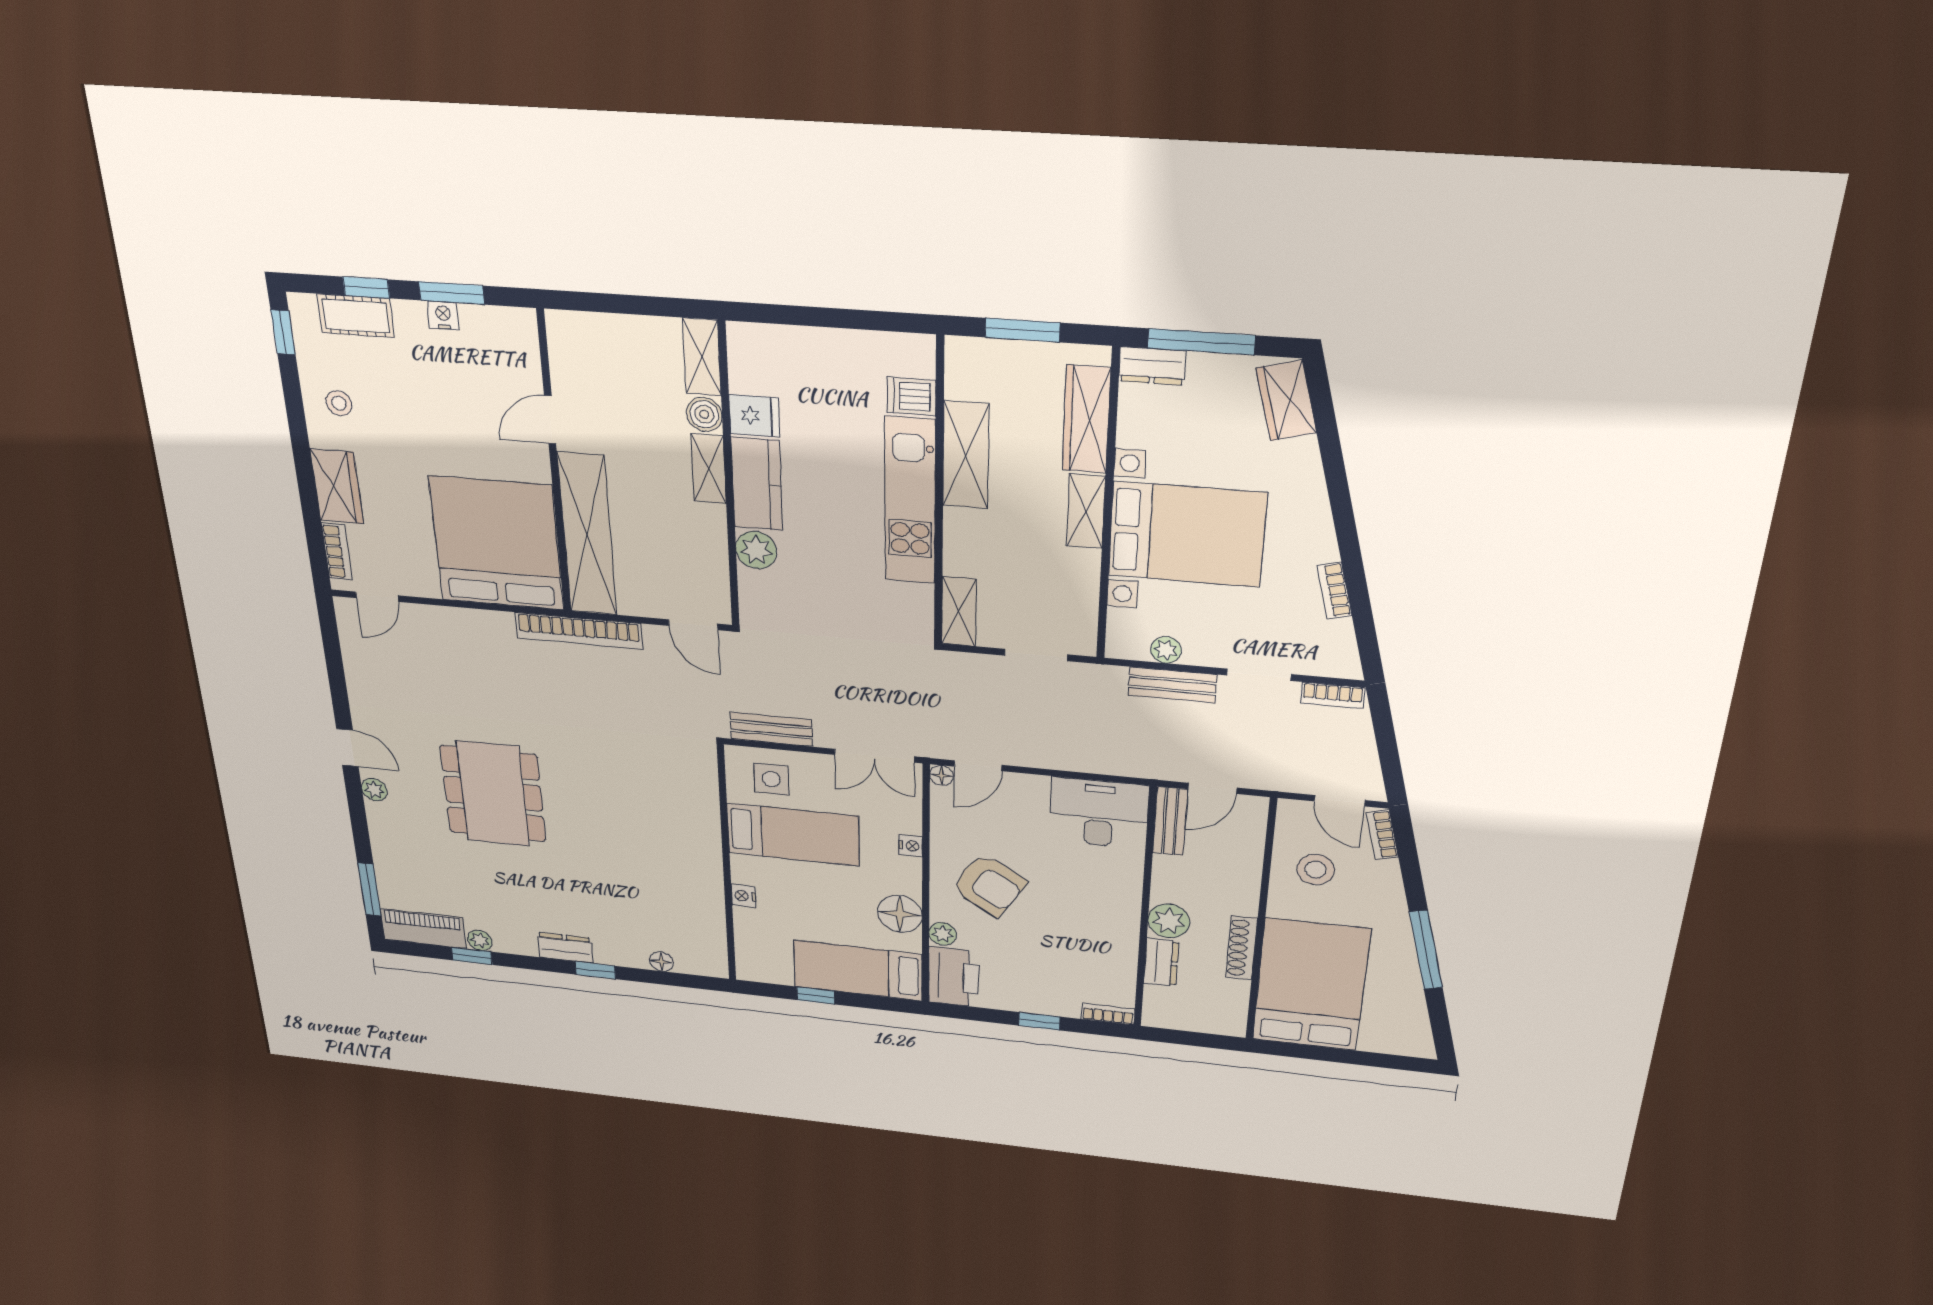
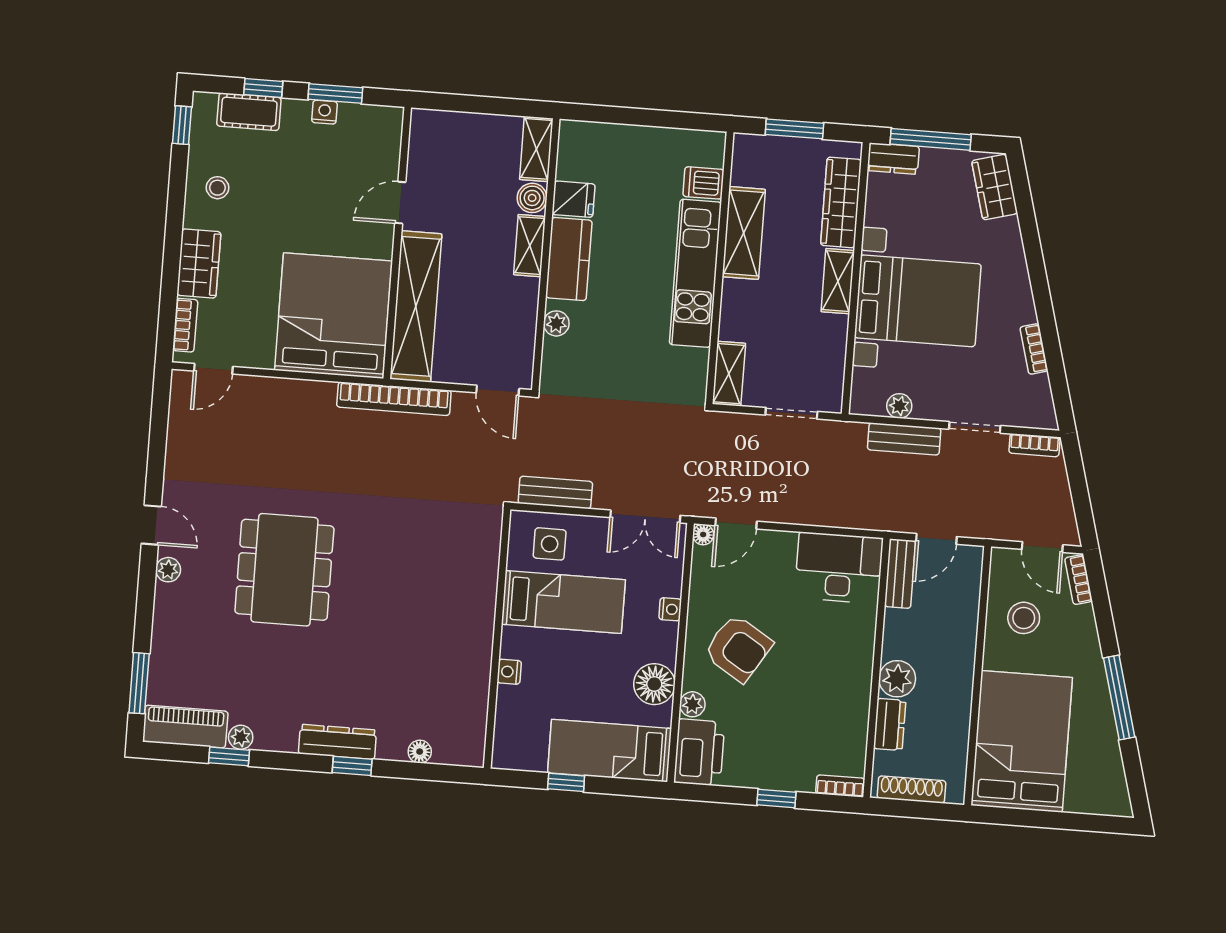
plant: (756, 550) -> (556, 323), width x0.73, depth x0.73
dresser: (565, 948) -> (337, 742), width x1.44
shoe rack: (1242, 948) -> (912, 789), moved, turned 90

